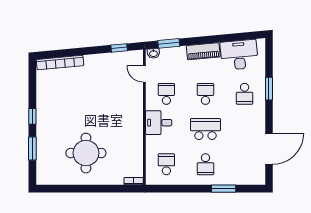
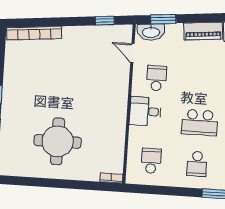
washbasin: (153, 53) -> (151, 32), width x1.91, depth x1.45
school desk: (205, 94) -> (202, 81), removed
school desk: (205, 129) -> (200, 123), turned 180

